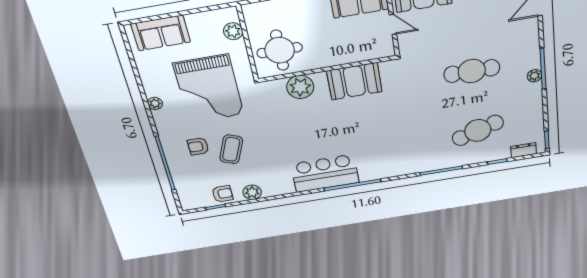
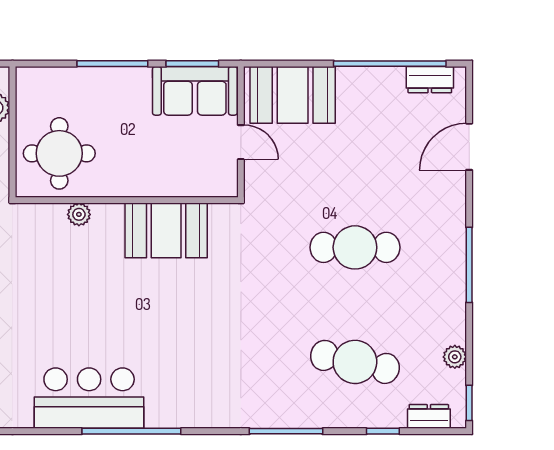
plant: (534, 76) -> (455, 357), moved
plant: (300, 87) -> (79, 214), width x0.53, depth x0.53
cafe table: (478, 130) -> (355, 362), turned 30

